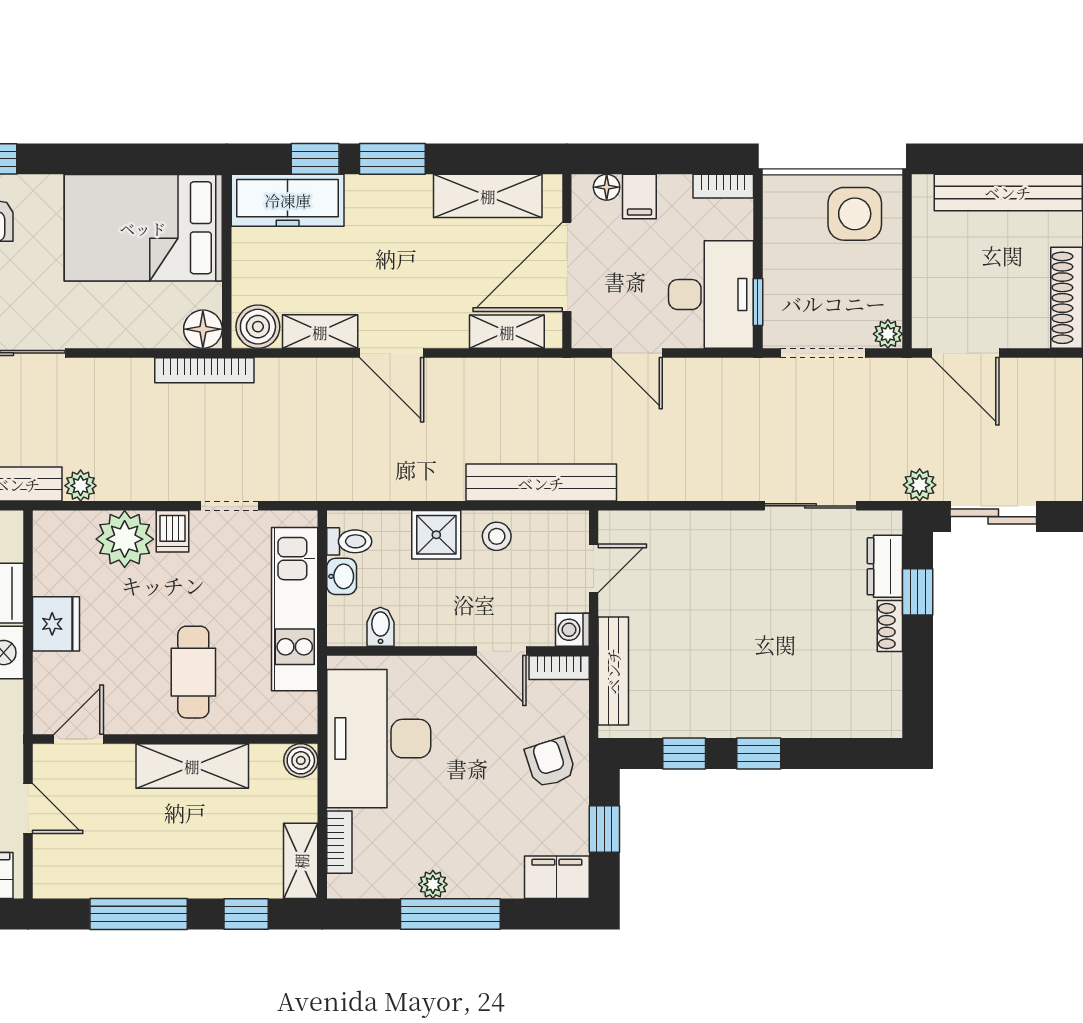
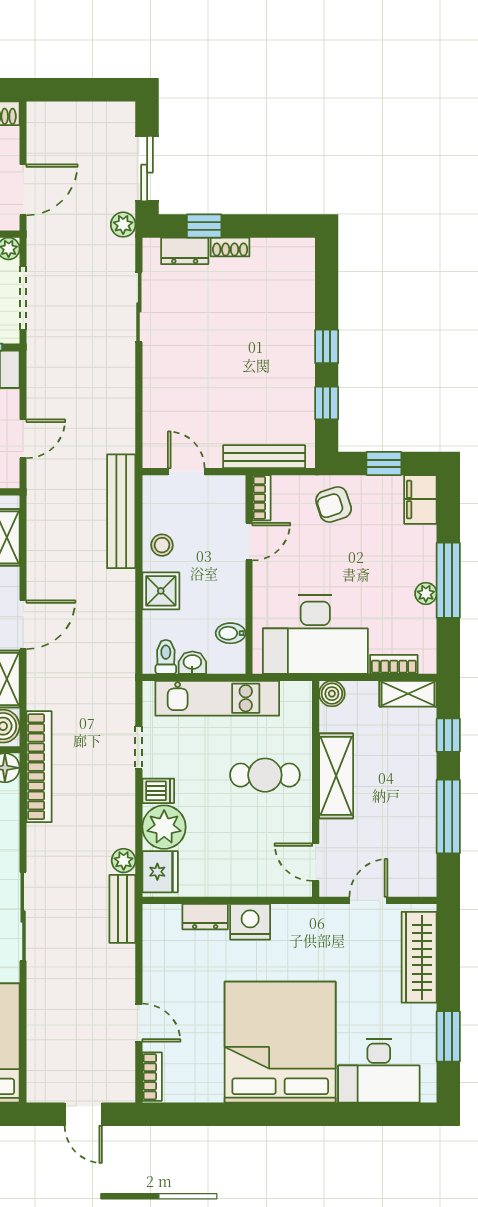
bookcase: (204, 370) -> (39, 767), width x1.48, depth x1.31
fridge: (56, 624) -> (160, 872), moved, turned 90
washing machine: (572, 630) -> (233, 488), removed

